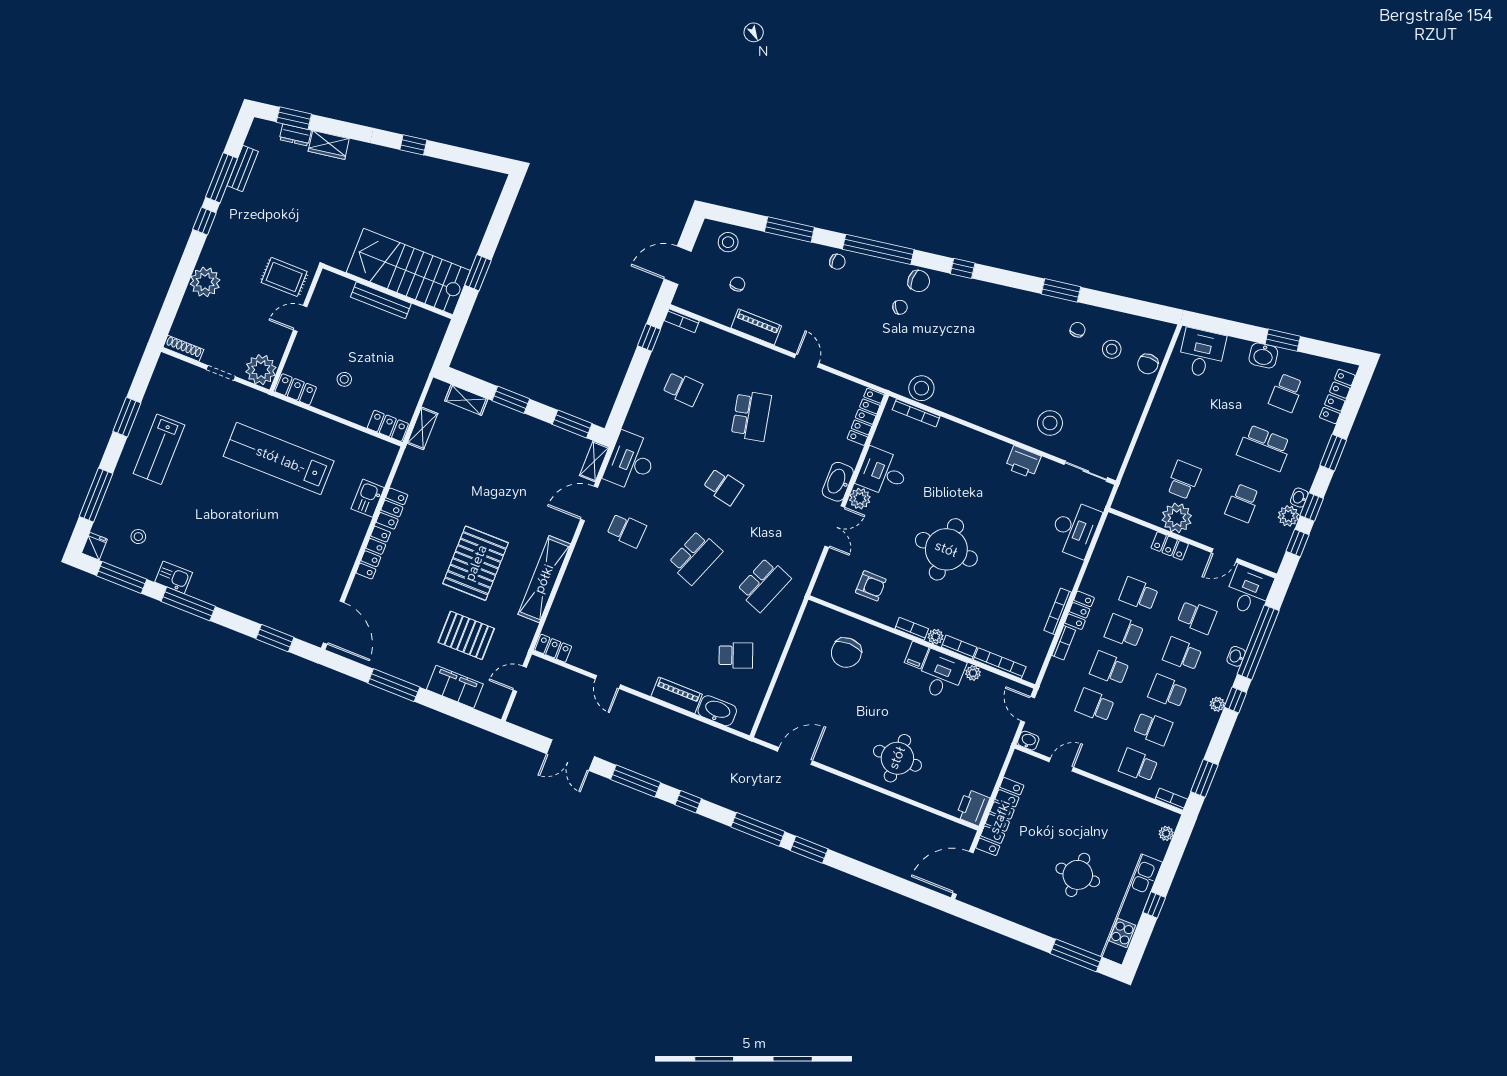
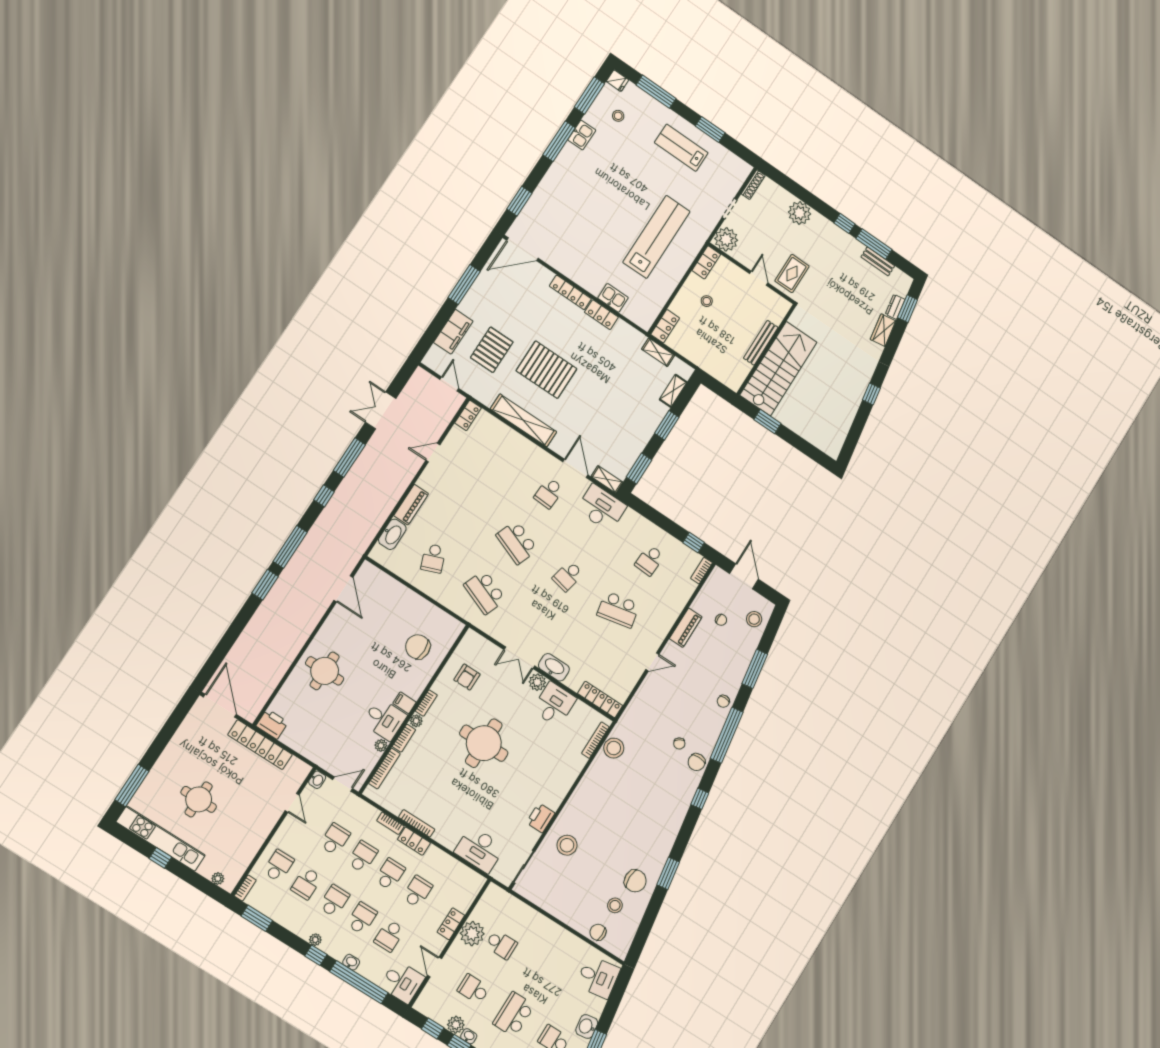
chair: (1078, 330) -> (635, 881), width x1.87, depth x1.87

